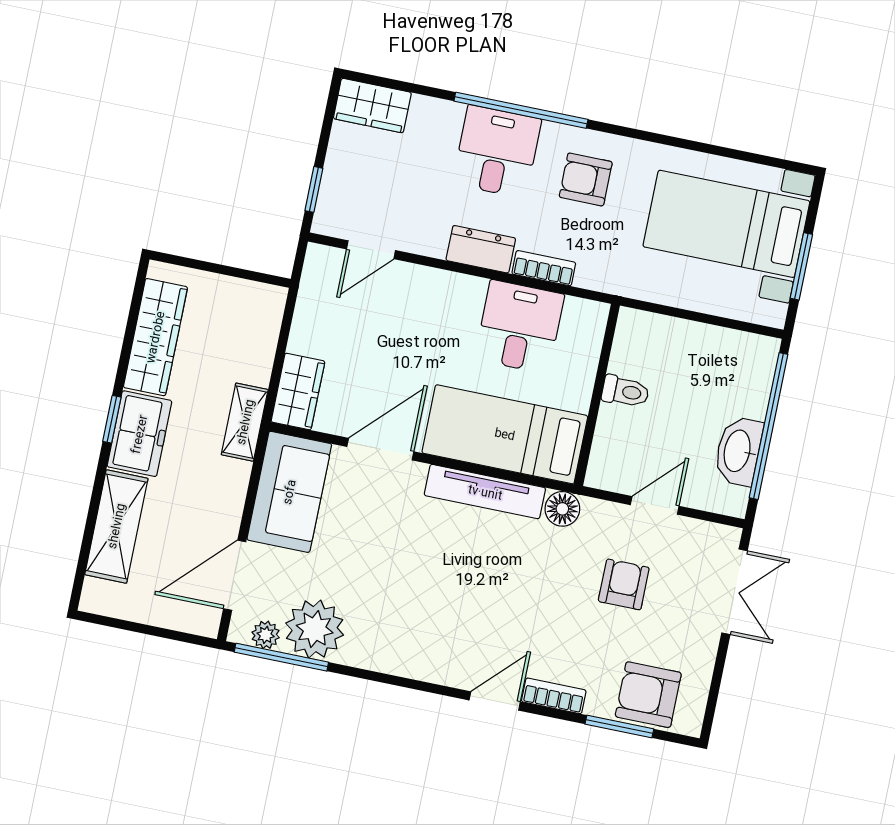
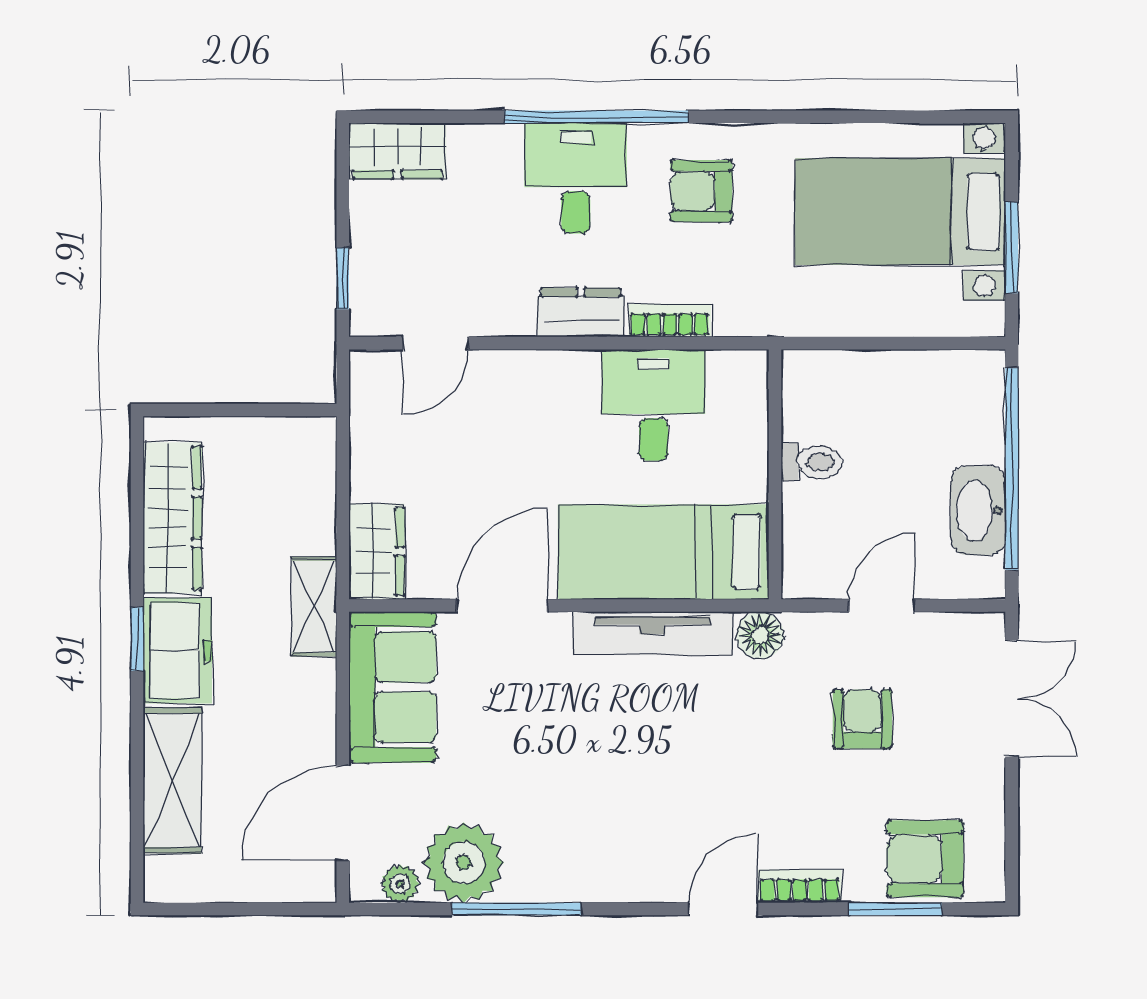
window: (281, 657) -> (517, 909), moved

